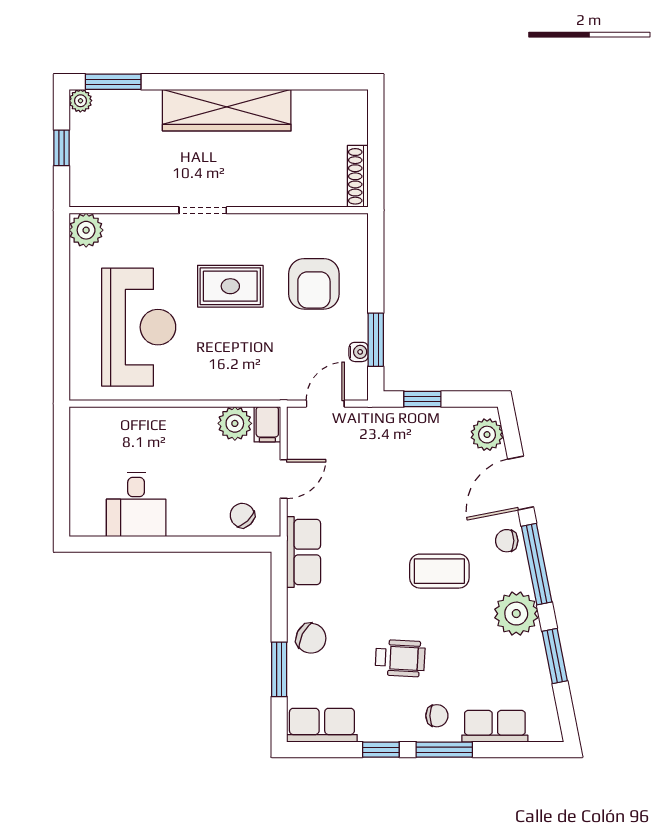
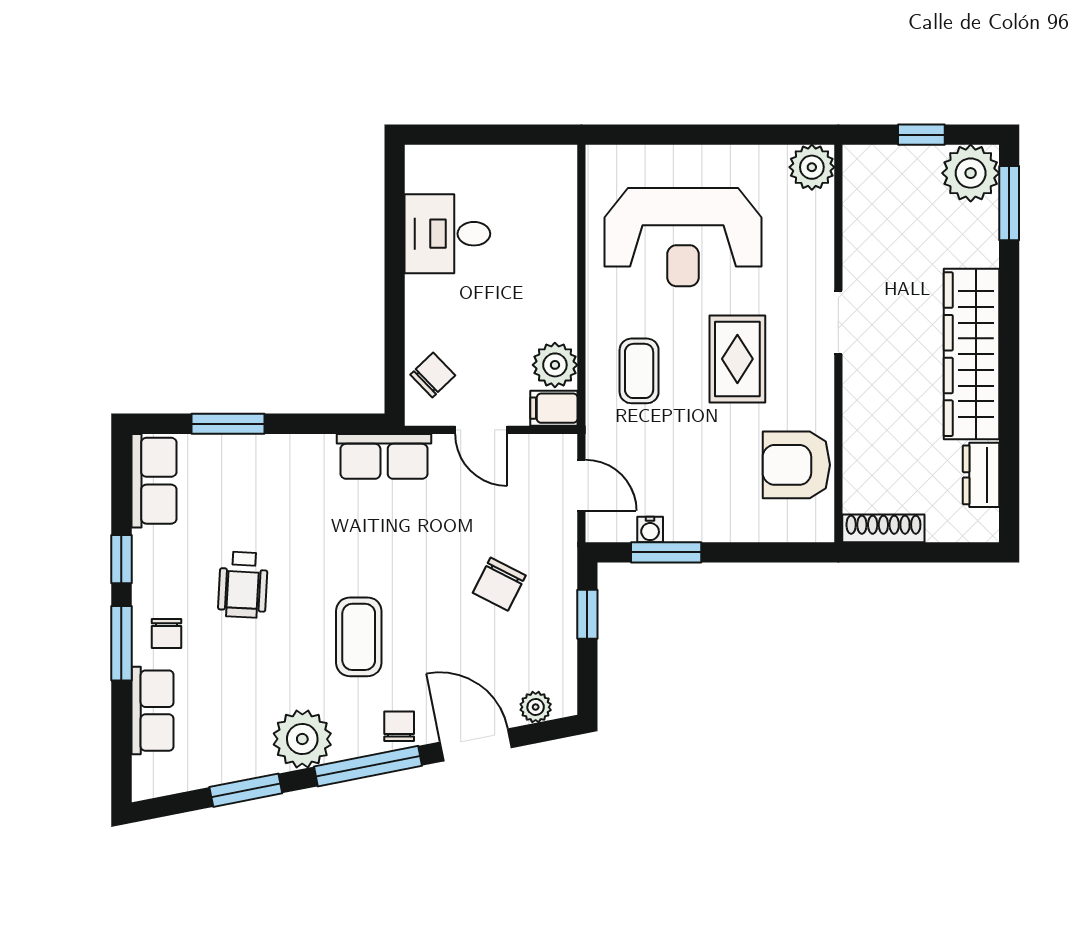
plant: (80, 101) -> (971, 173), width x1.87, depth x1.87
dresser: (318, 103) -> (981, 475), added
armchair: (314, 284) -> (796, 465), moved
coffee table: (239, 360) -> (639, 371), added
plant: (487, 435) -> (536, 707), width x0.73, depth x0.73
chair: (311, 638) -> (499, 584), moved

